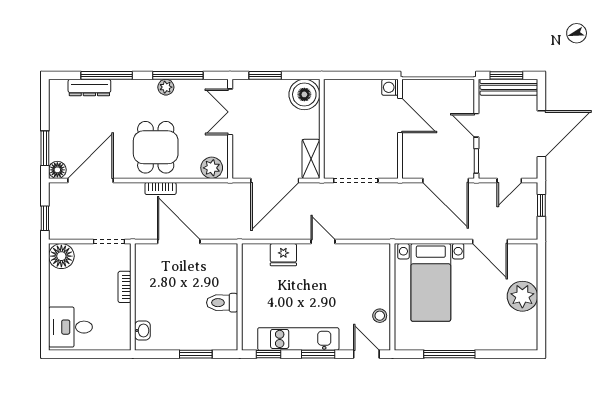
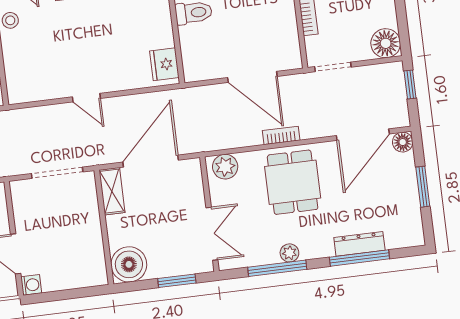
dresser: (89, 88) -> (359, 244), moved
window: (45, 148) -> (423, 187), moved
fridge: (283, 255) -> (164, 64), moved, turned -90

